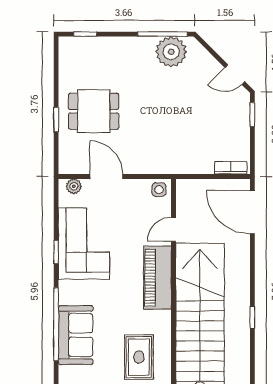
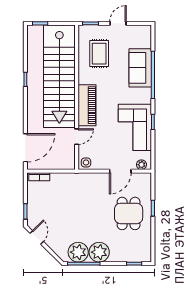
plant: (139, 52) -> (99, 252), added
door: (235, 74) -> (37, 237), hinge flipped
dining table: (94, 111) -> (129, 213), turned 90
door: (106, 176) -> (120, 171), hinge flipped
door: (252, 212) -> (25, 148), hinge flipped

